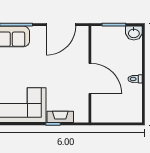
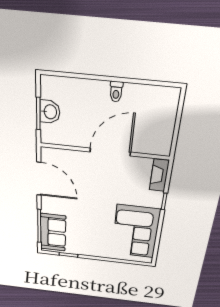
washbasin: (134, 33) -> (50, 112), moved
fireplace: (60, 117) -> (159, 175), moved

